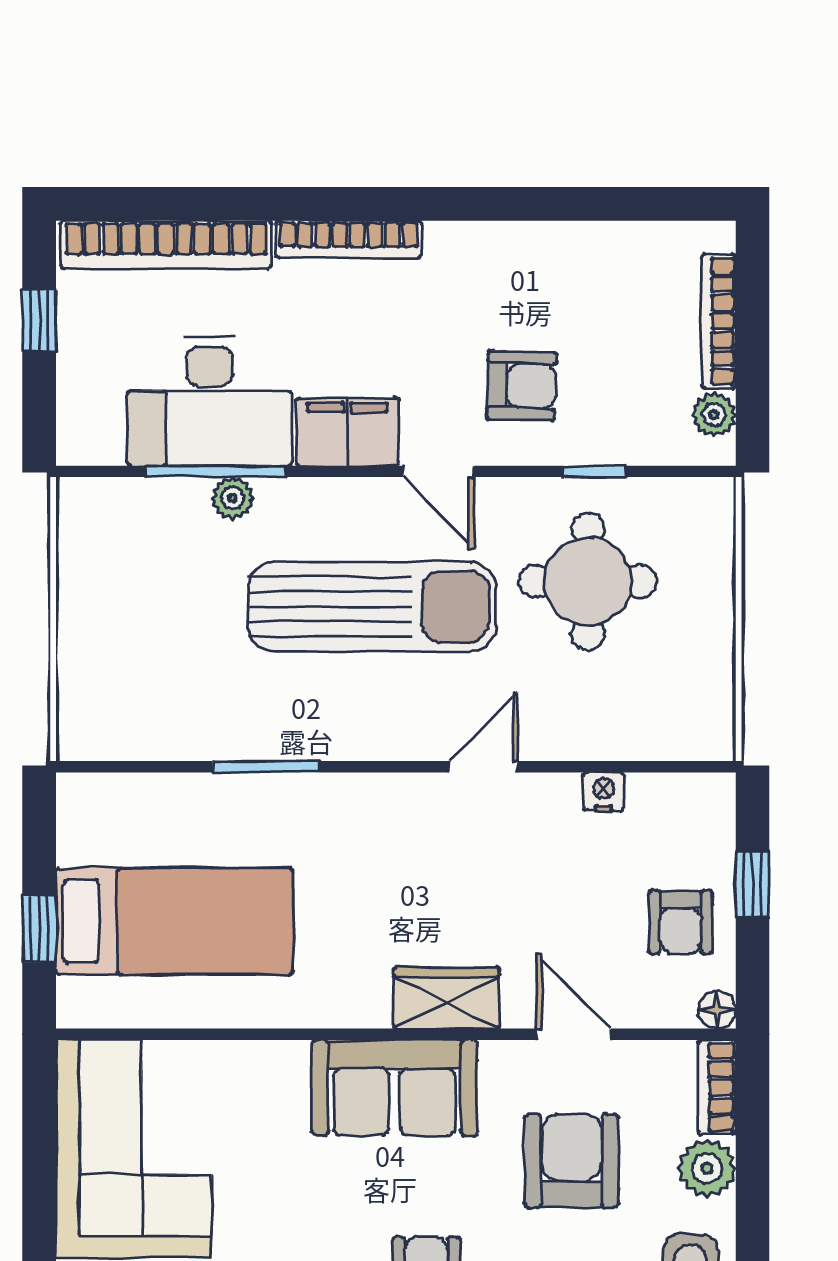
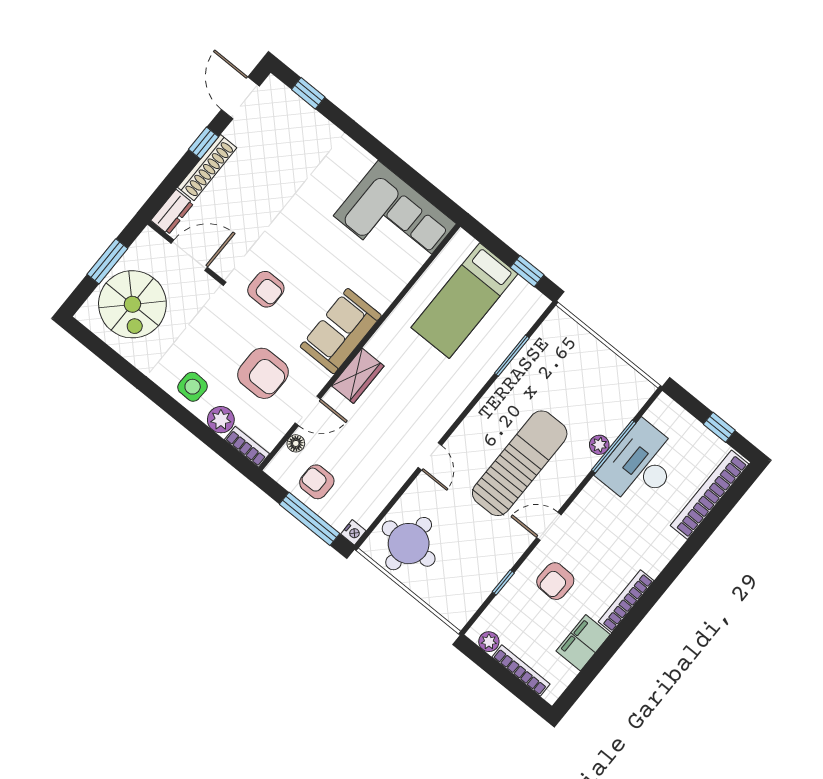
bookcase: (349, 239) -> (626, 601), moved
filing cabinet: (348, 432) -> (583, 643), moved, turned 180
round table: (588, 581) -> (409, 544), moved
sun lounger: (372, 607) -> (520, 463), turned 180
window: (266, 767) -> (512, 356), moved
nightstand: (604, 792) -> (353, 532), moved
window: (753, 884) -> (309, 519), width x2.17
window: (39, 929) -> (527, 271), moved
floor lamp: (717, 1010) -> (296, 443), moved

